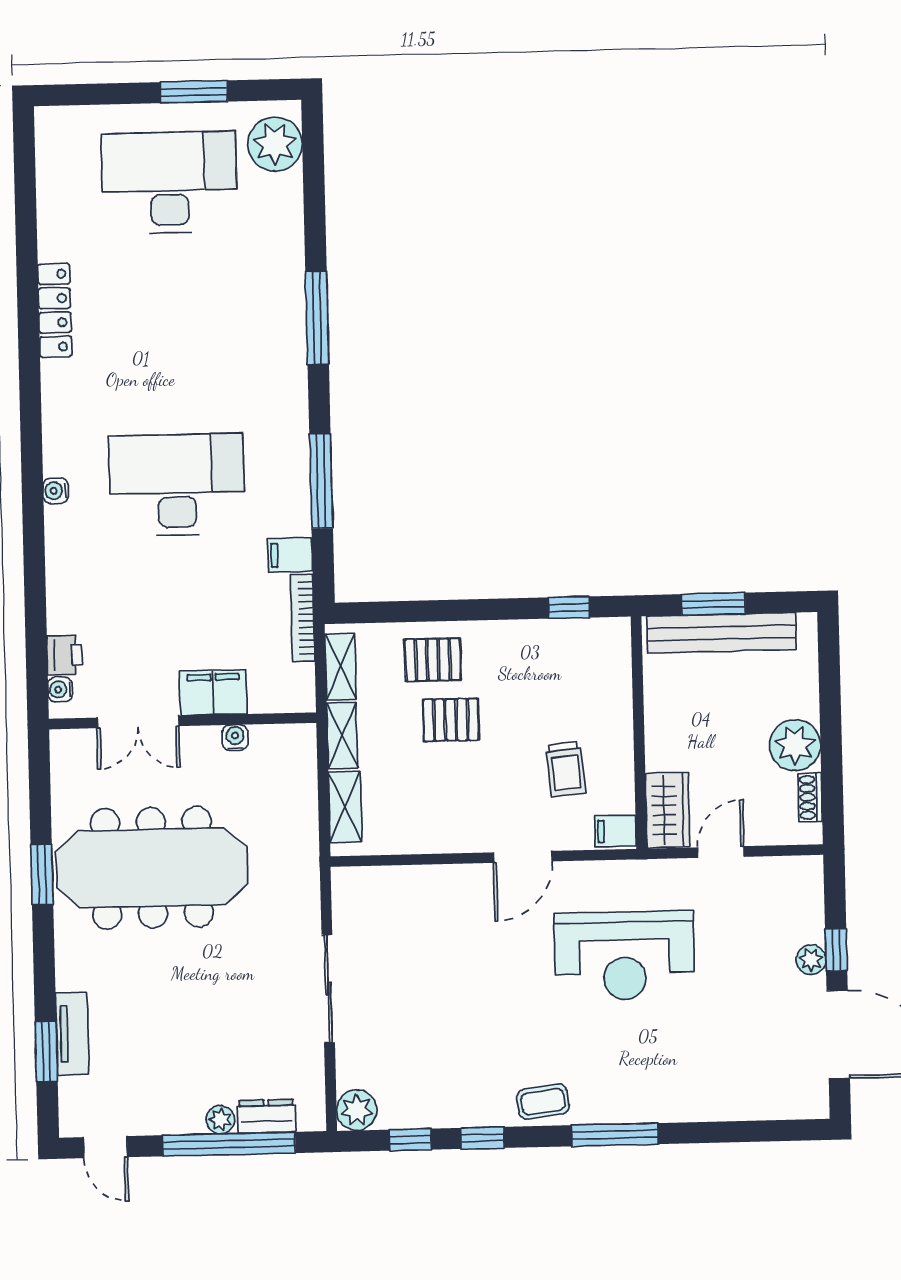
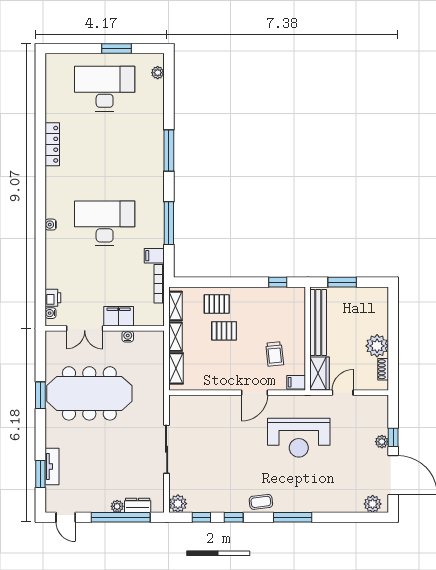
plant: (275, 144) -> (158, 73), width x0.53, depth x0.53
bench: (721, 633) -> (318, 323), moved, turned 90
plant: (794, 1100) -> (373, 504), added

